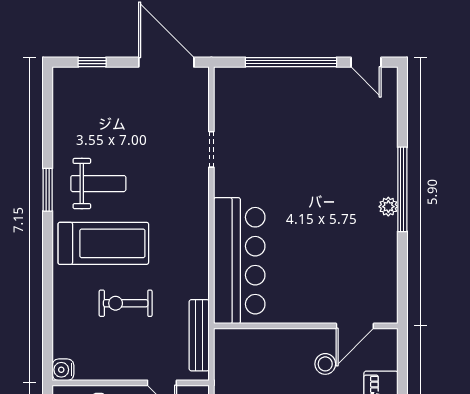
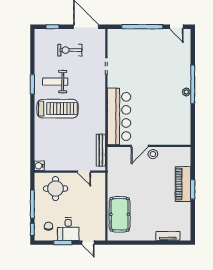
weight bench: (98, 184) -> (55, 82), turned 180
exercise bike: (126, 303) -> (70, 50), moved
door: (355, 326) -> (140, 146), moved
stool: (325, 364) -> (153, 154), moved

